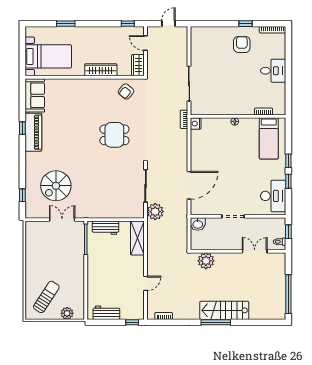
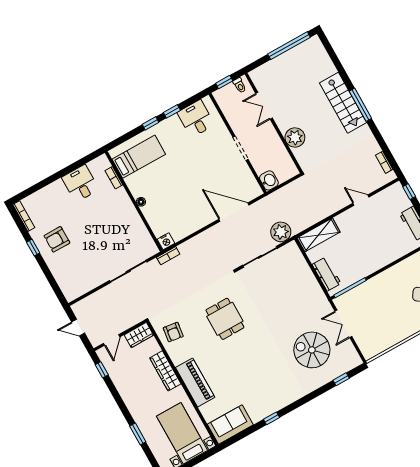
desk: (273, 71) -> (80, 183), moved
armchair: (126, 92) -> (173, 332), turned 58
piano: (33, 132) -> (195, 382), moved, turned 90
spiral stairs: (56, 186) -> (312, 350), turned 180
desk: (273, 196) -> (196, 119), width x0.73
plant: (206, 261) -> (295, 137), moved

